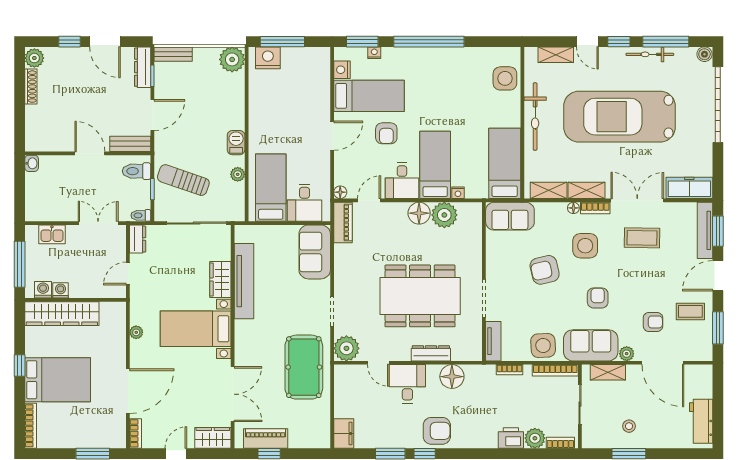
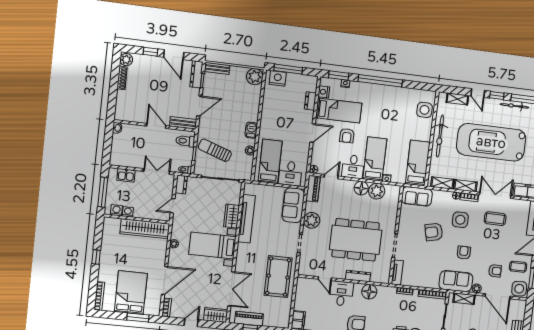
dresser: (323, 86) -> (310, 101), added
wardrobe: (62, 314) -> (145, 229), moved
side table: (543, 345) -> (519, 289), moved
plant: (346, 348) -> (312, 220), moved
bed: (58, 380) -> (131, 293), moved, turned -90

